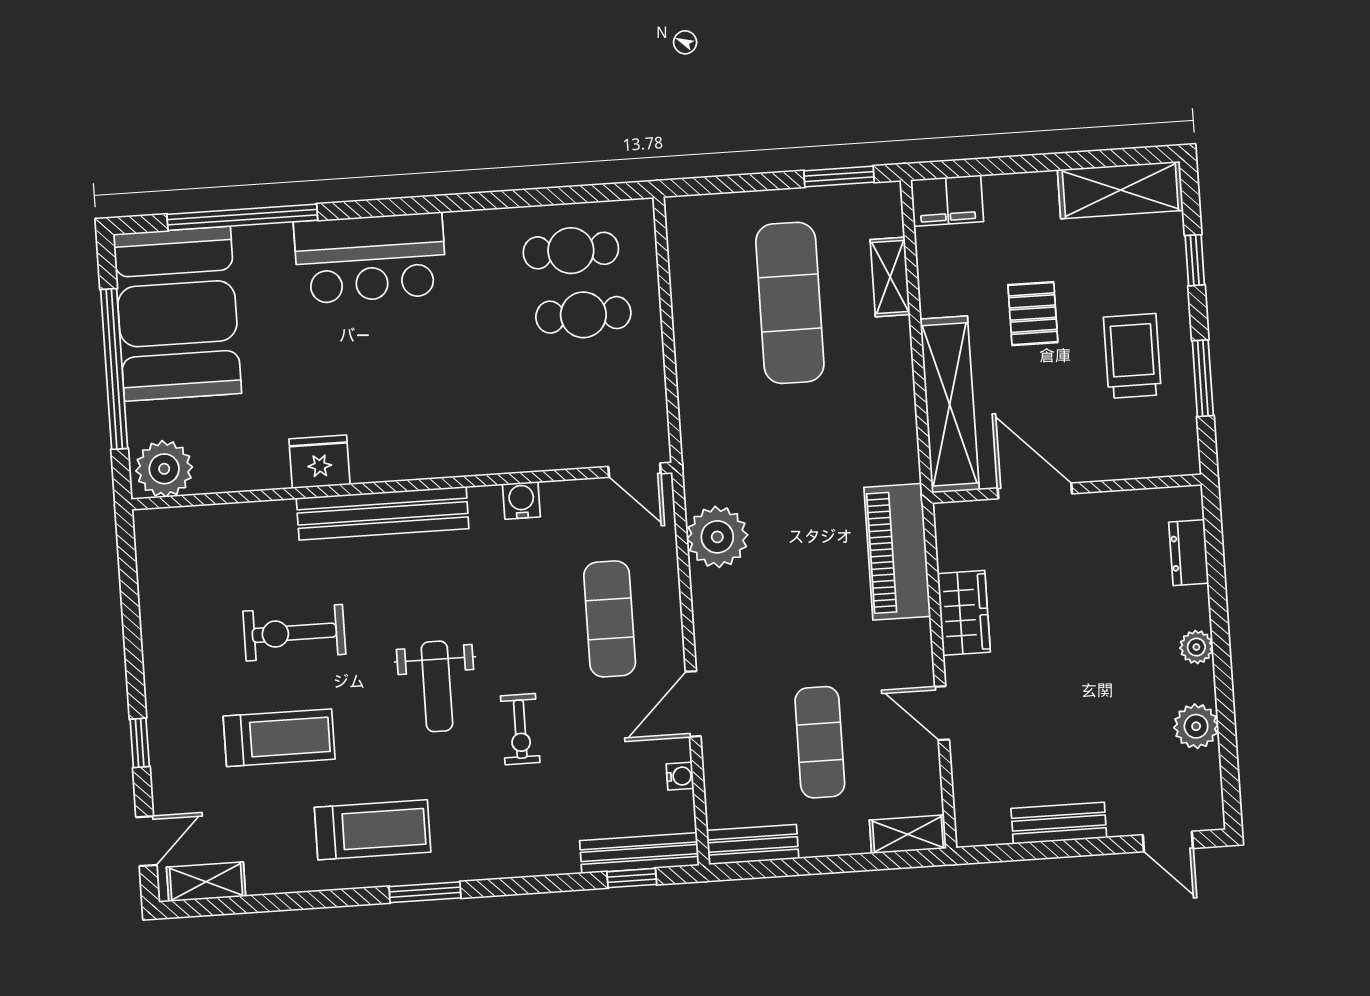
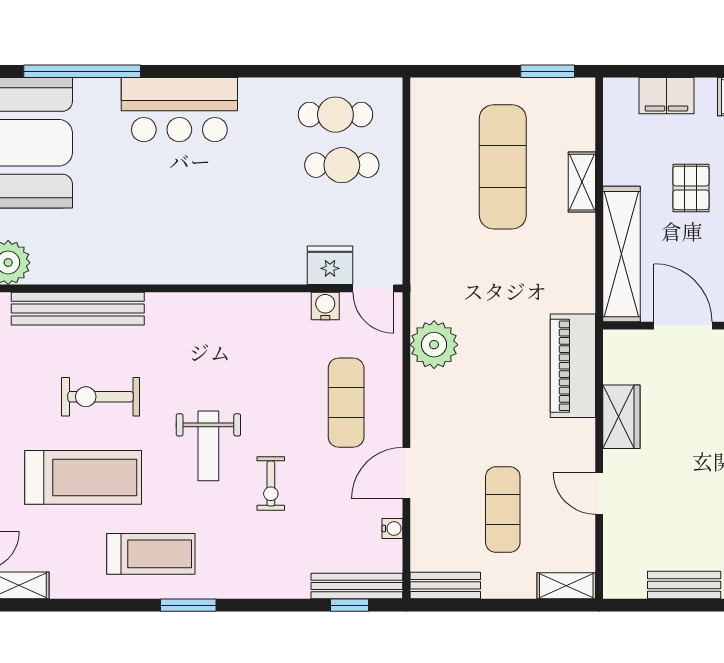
filing cabinet: (947, 201) -> (666, 96), moved
shelving: (890, 277) -> (582, 182), moved
fridge: (319, 462) -> (330, 265), moved
water cooler: (521, 500) -> (325, 306), moved
bench: (383, 513) -> (78, 309), moved
treadmill: (279, 738) -> (83, 477), width x1.37, depth x1.38

